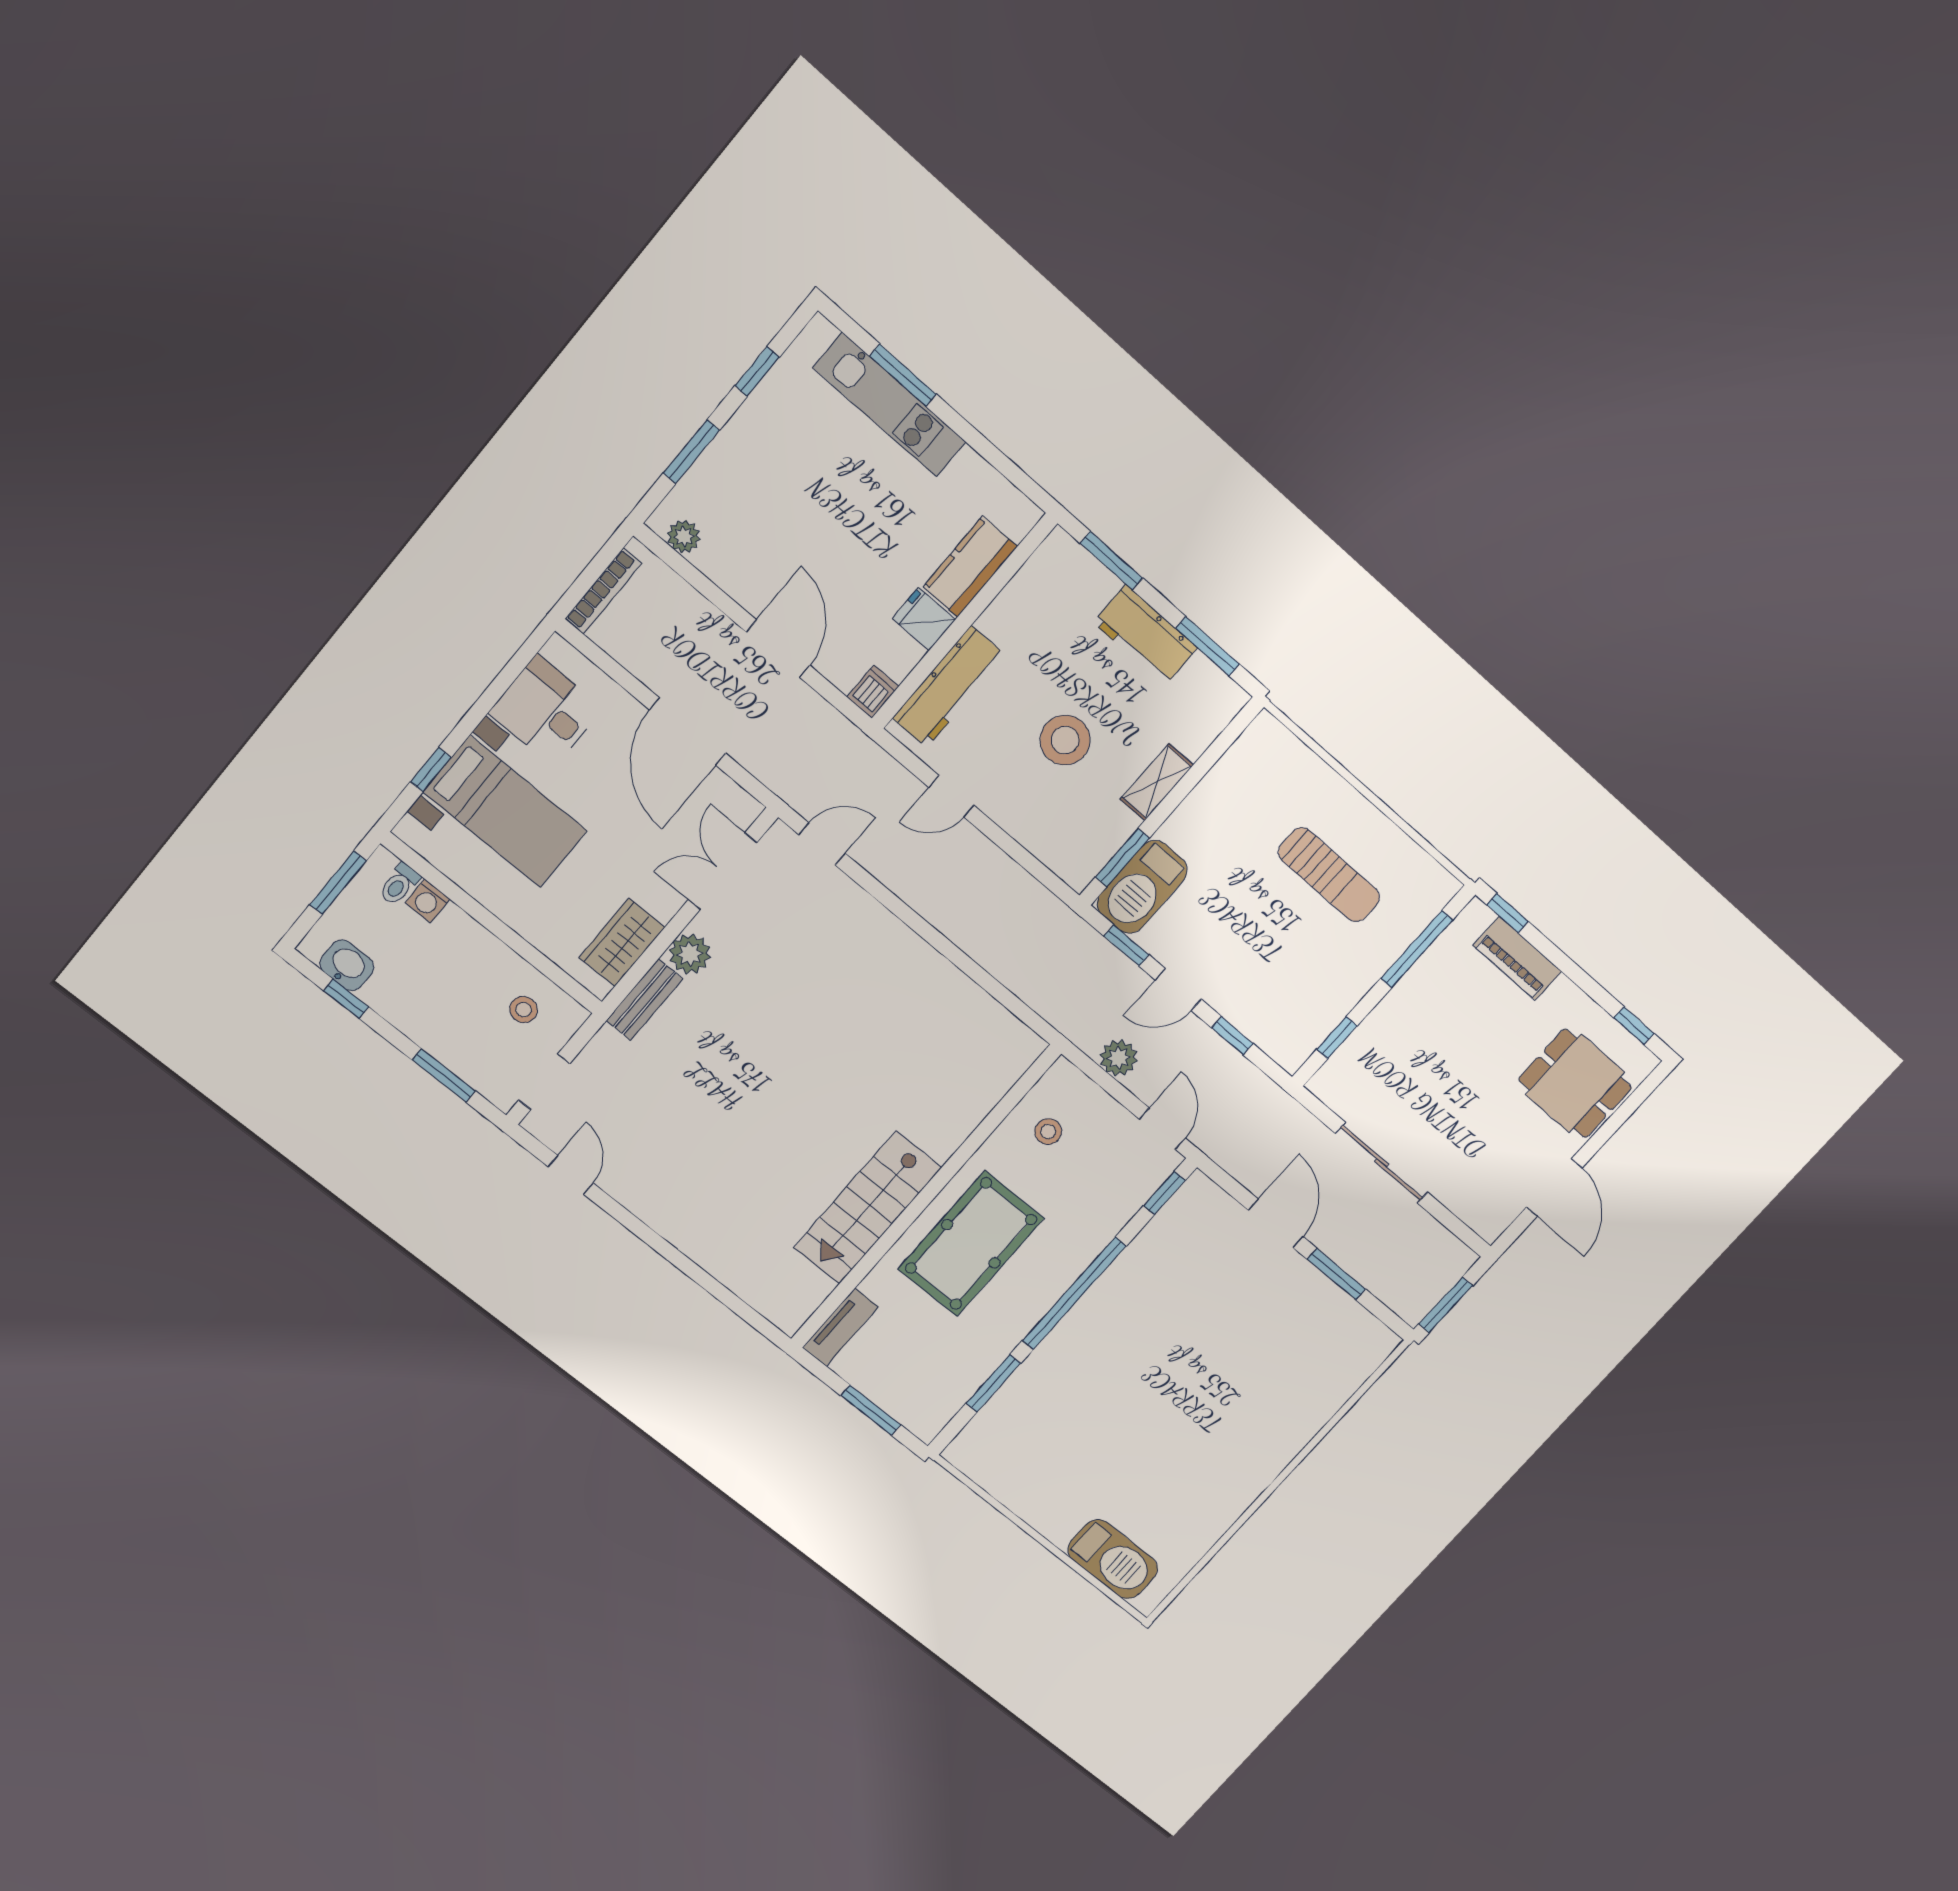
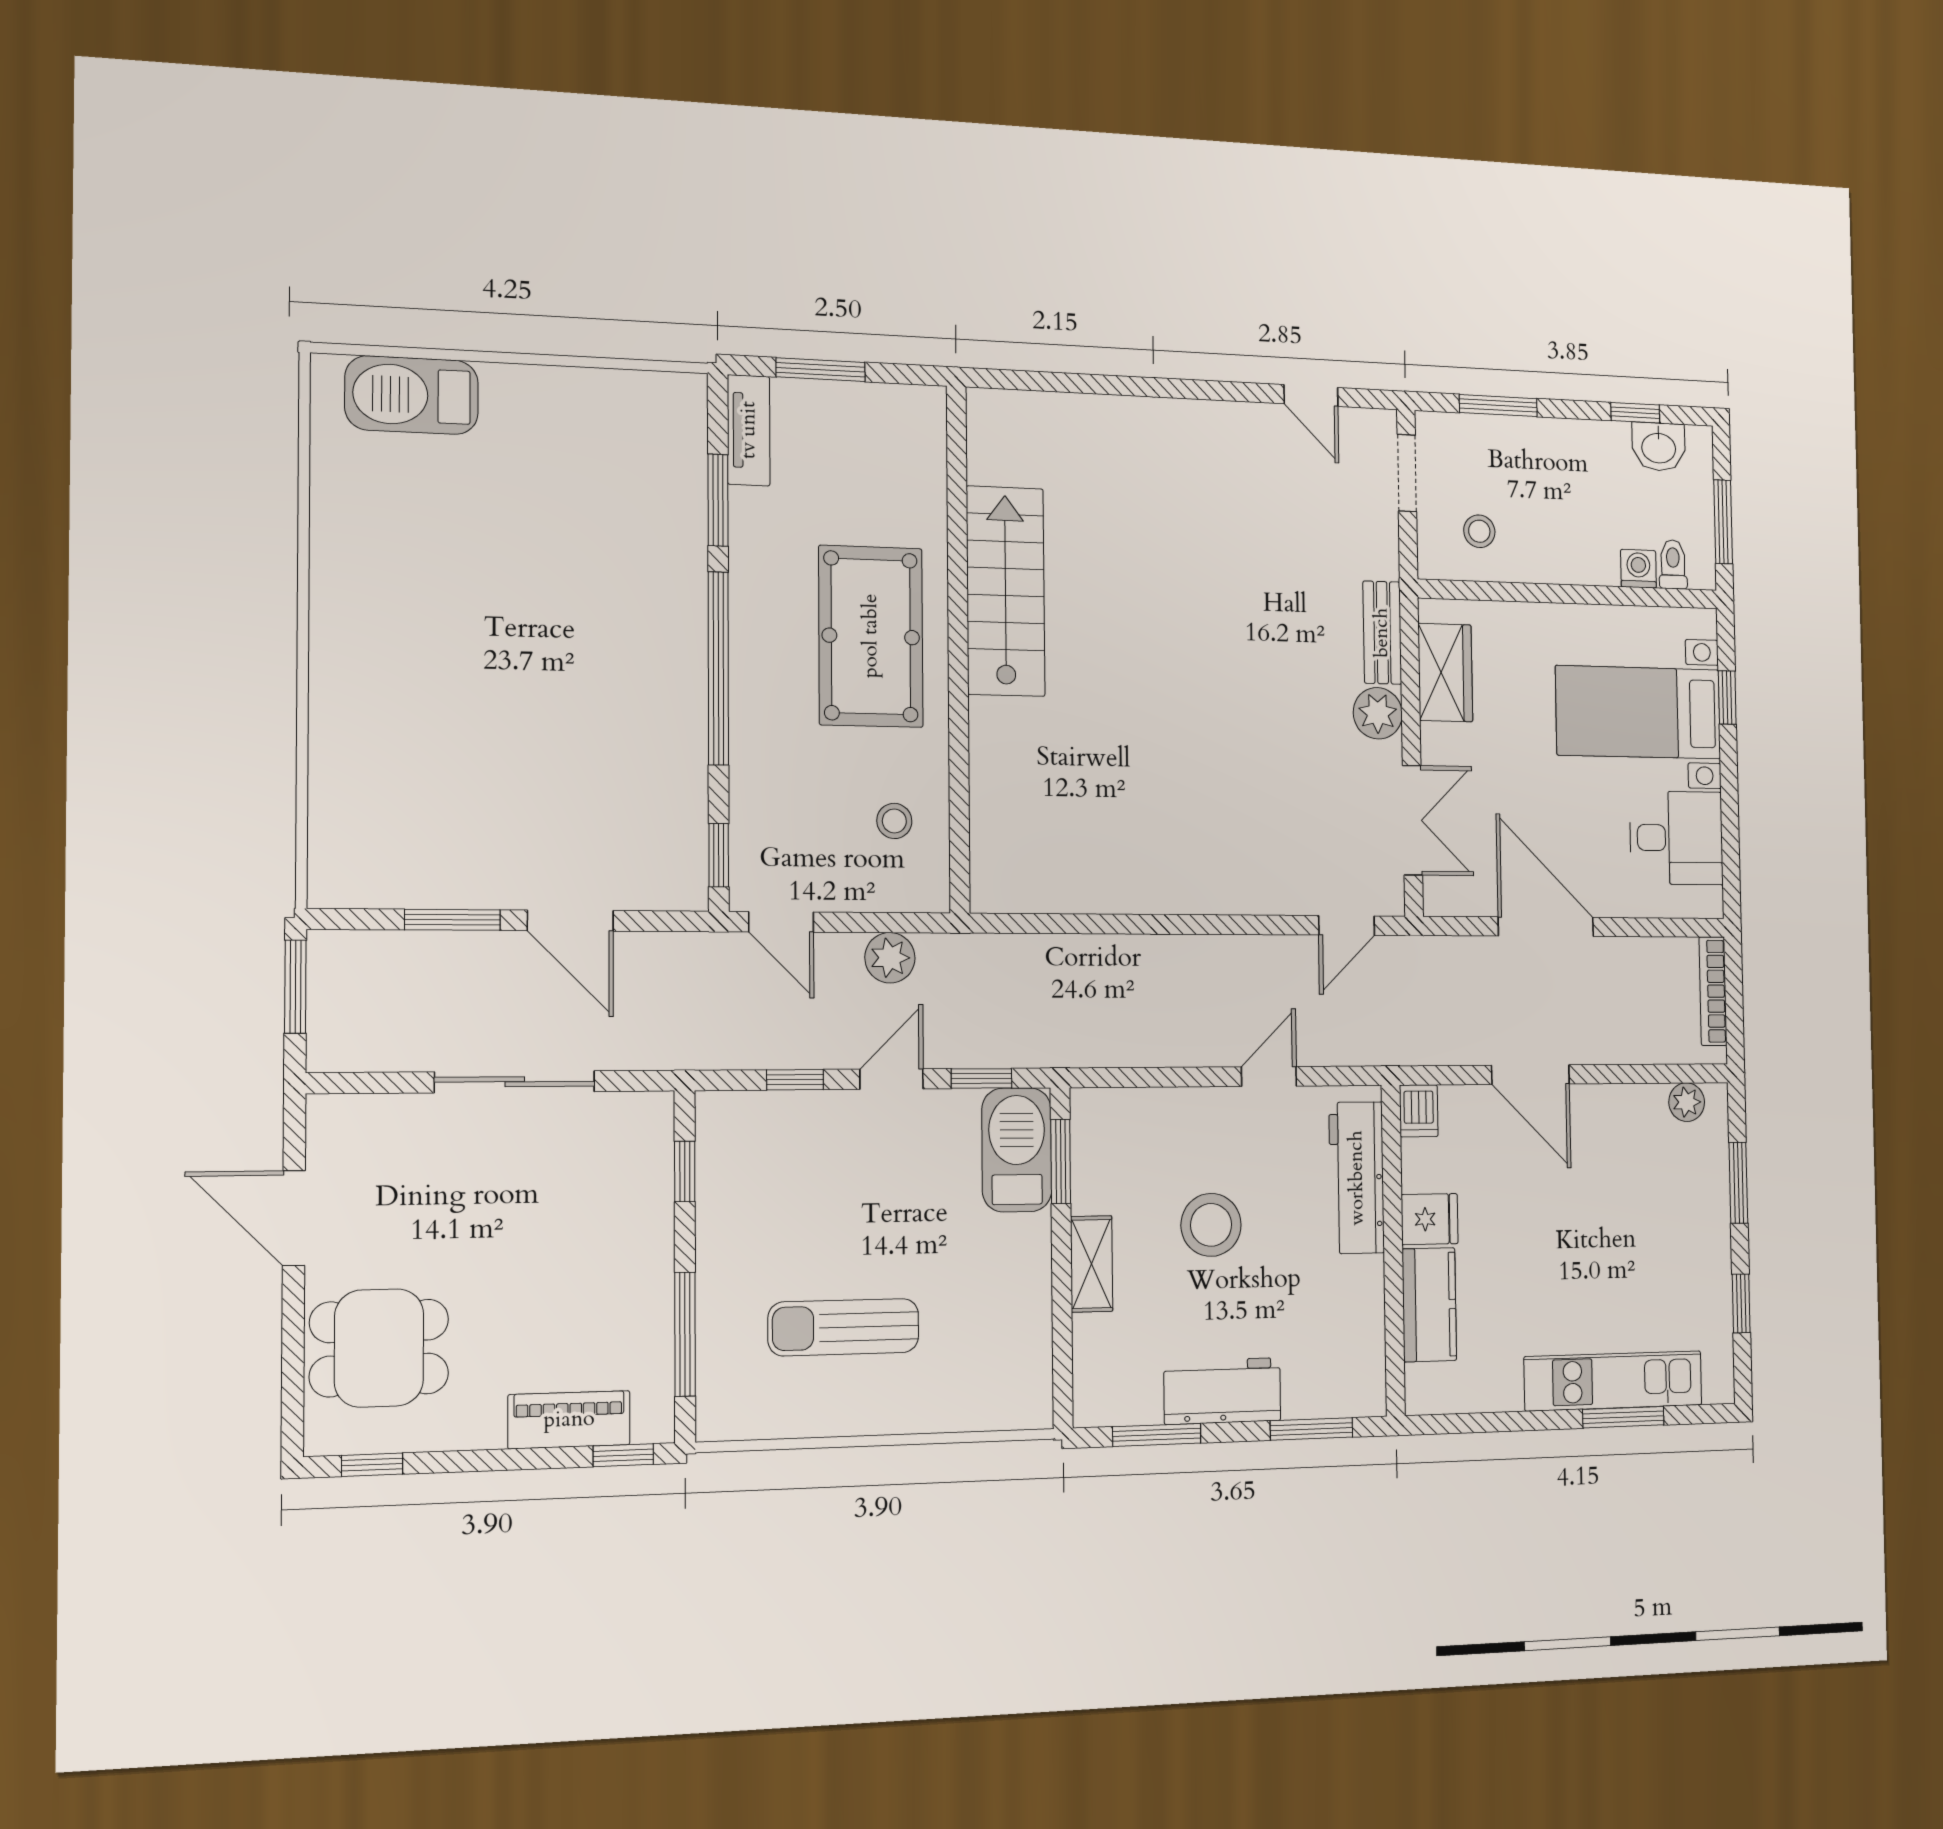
tv unit: (840, 1327) -> (749, 430), moved, turned 180

